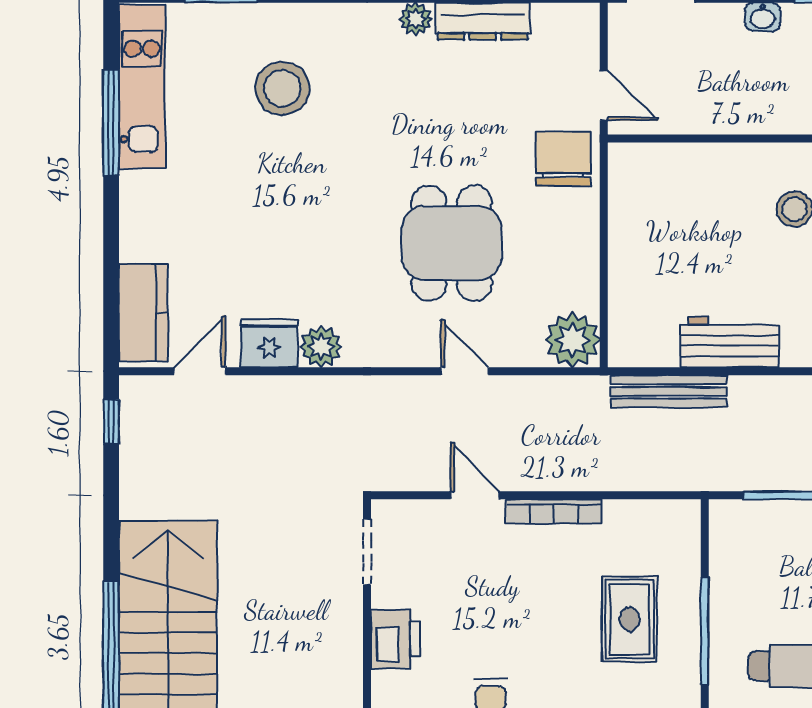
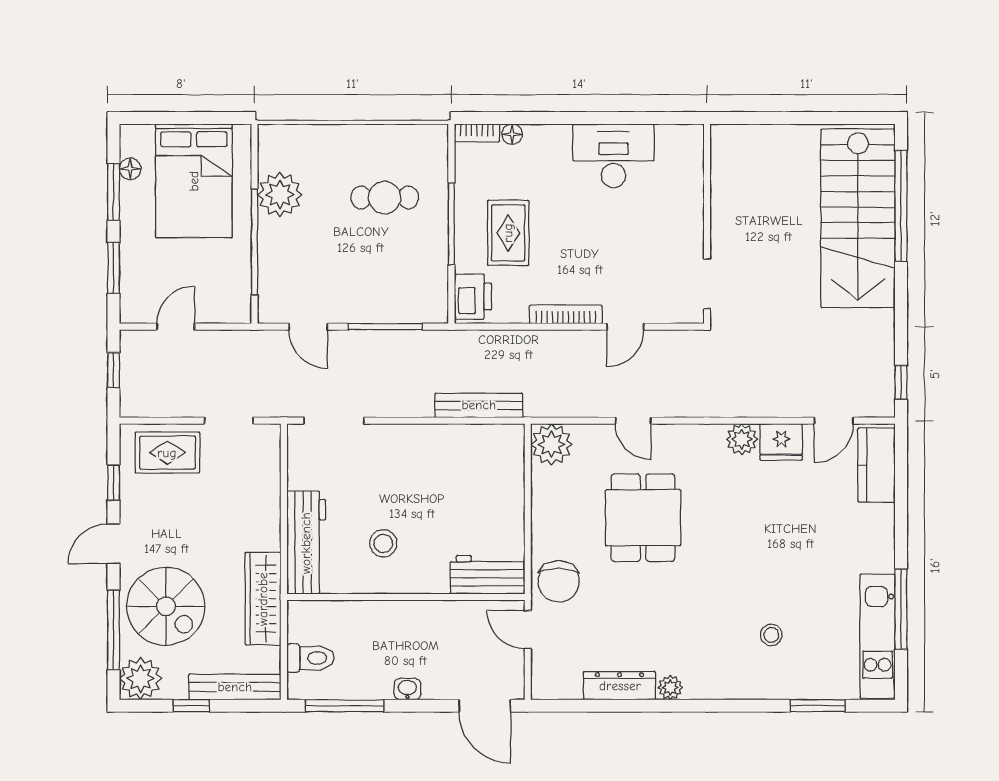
stool: (282, 88) -> (771, 635), width x0.53, depth x0.53
workbench: (730, 342) -> (488, 575), moved, turned 180
door: (475, 495) -> (625, 327), hinge flipped
printer: (395, 639) -> (473, 297), moved, turned 180

